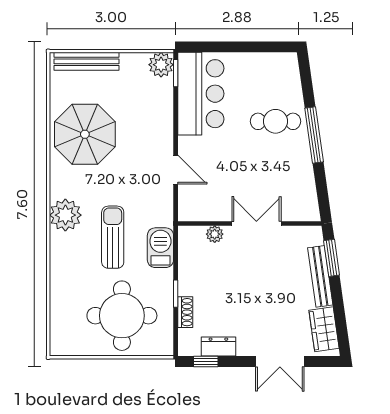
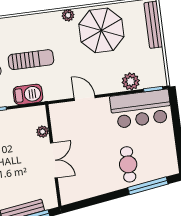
plant: (161, 65) -> (131, 81), moved
window: (314, 135) -> (148, 186), moved
door: (176, 170) -> (85, 98), swing flipped
plant: (65, 215) -> (68, 15), moved, width x0.53, depth x0.53

